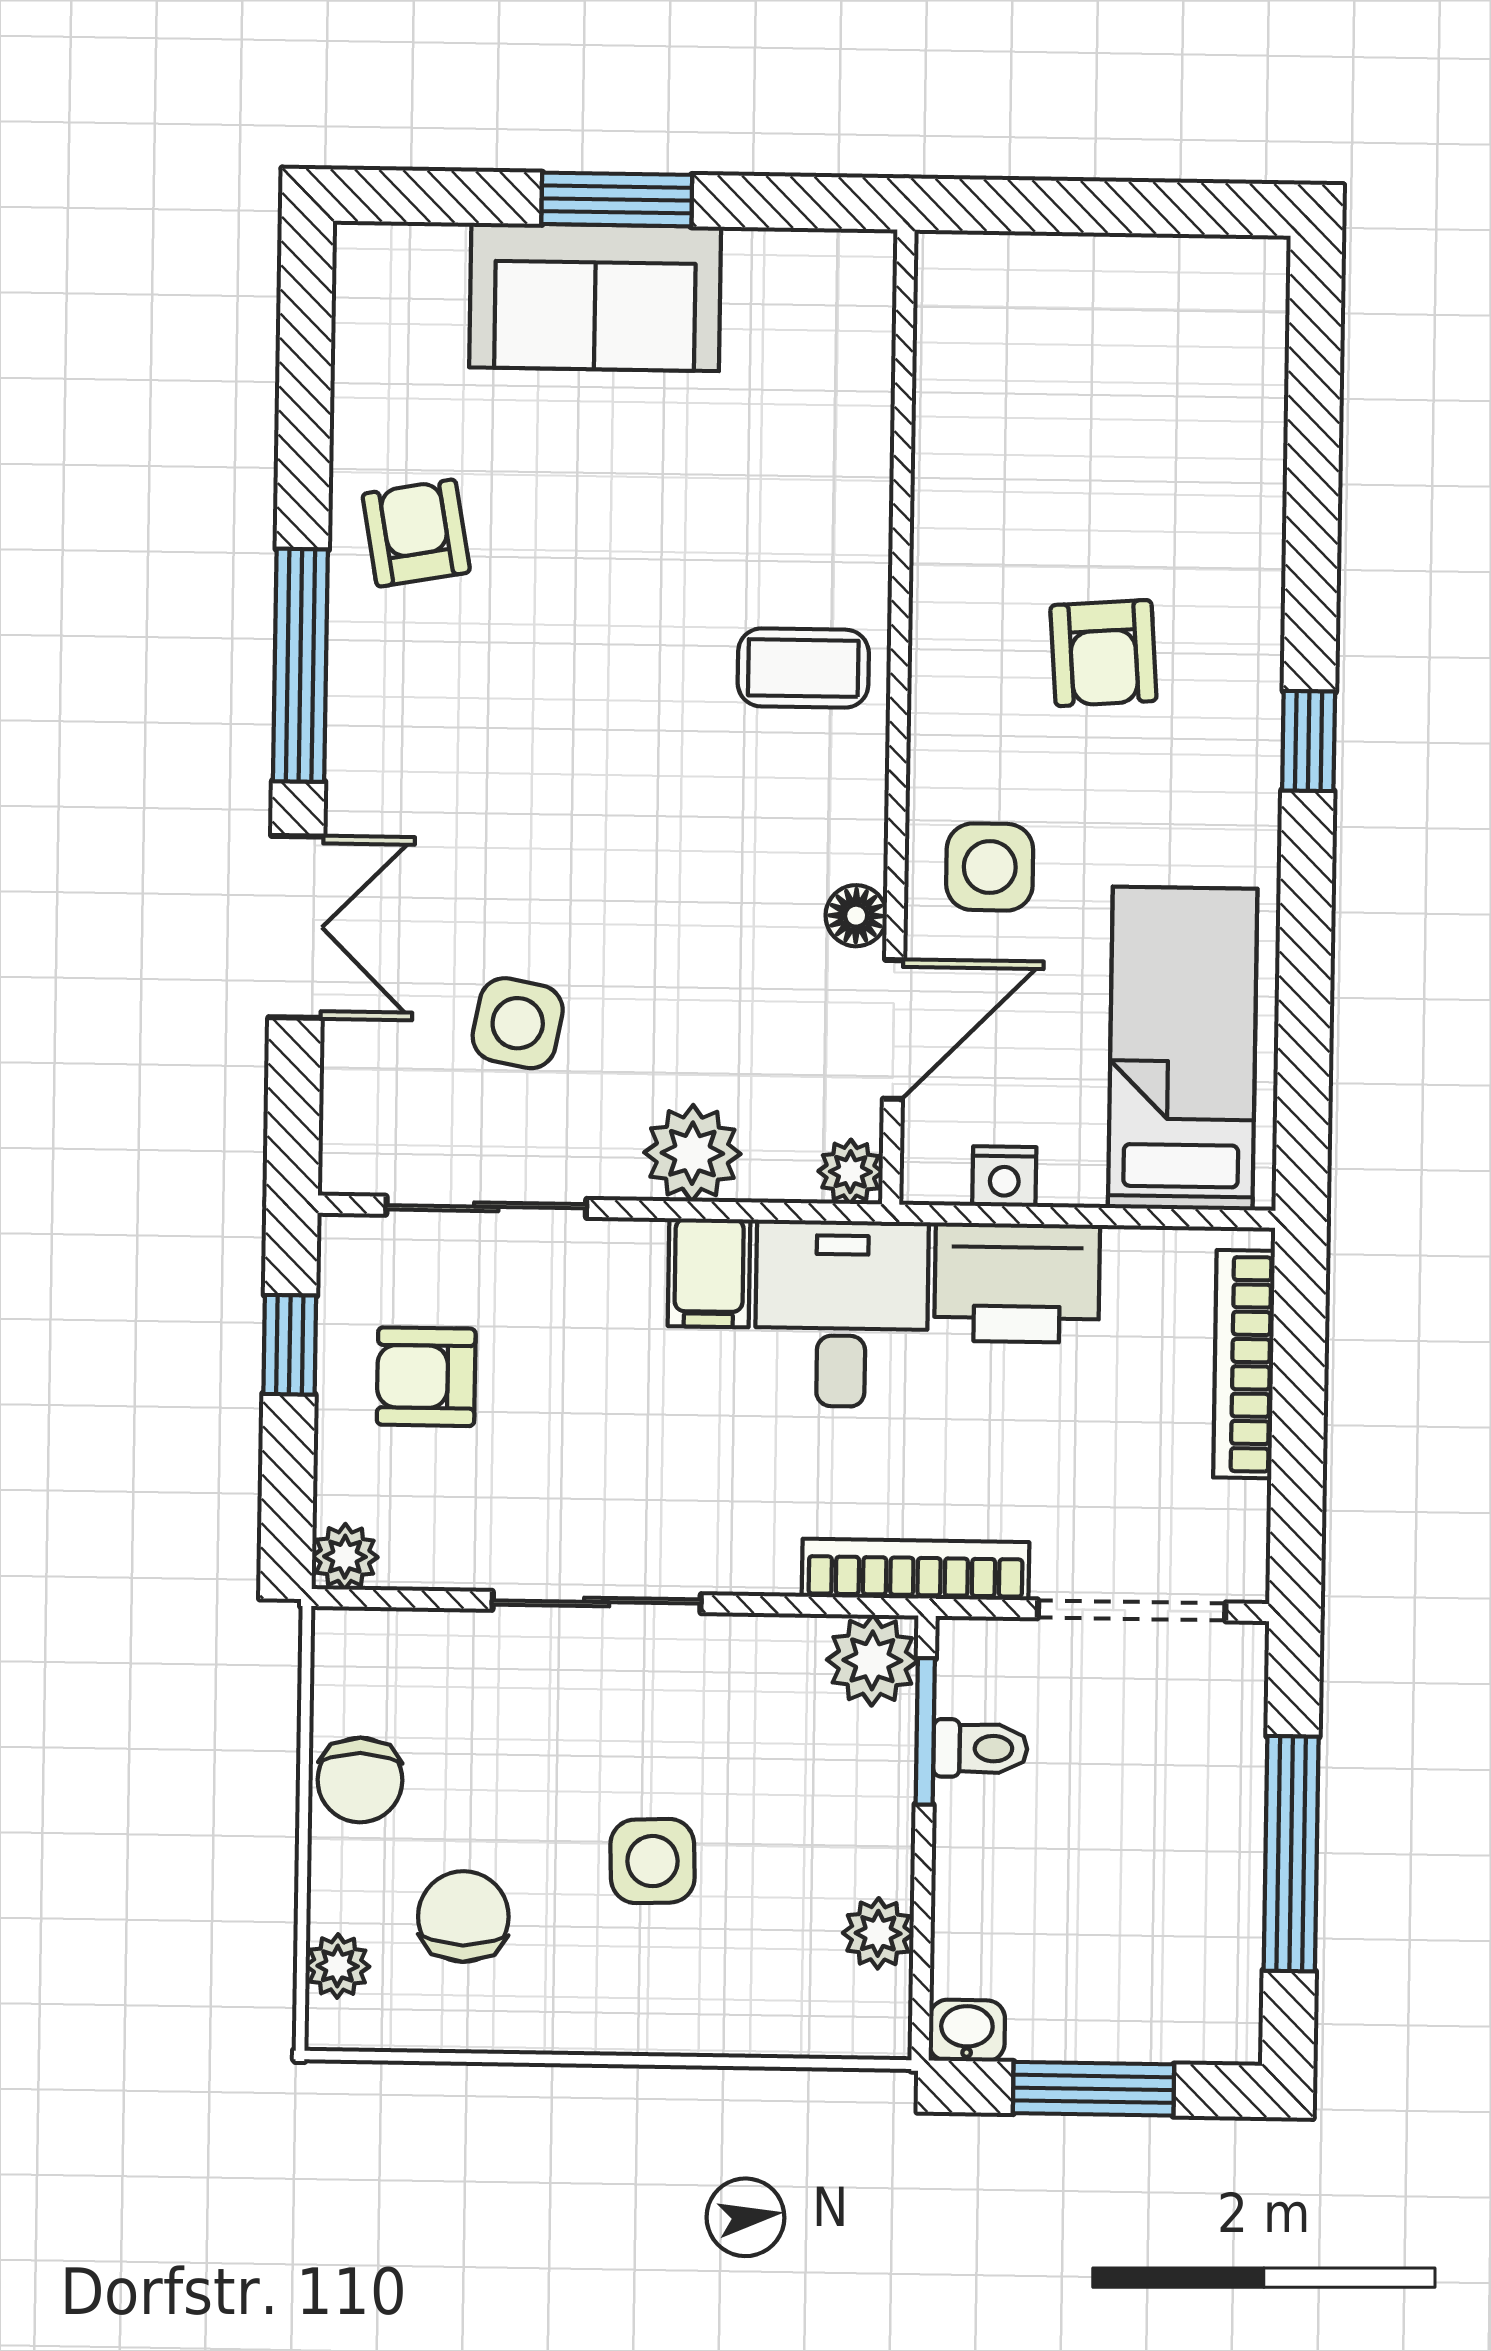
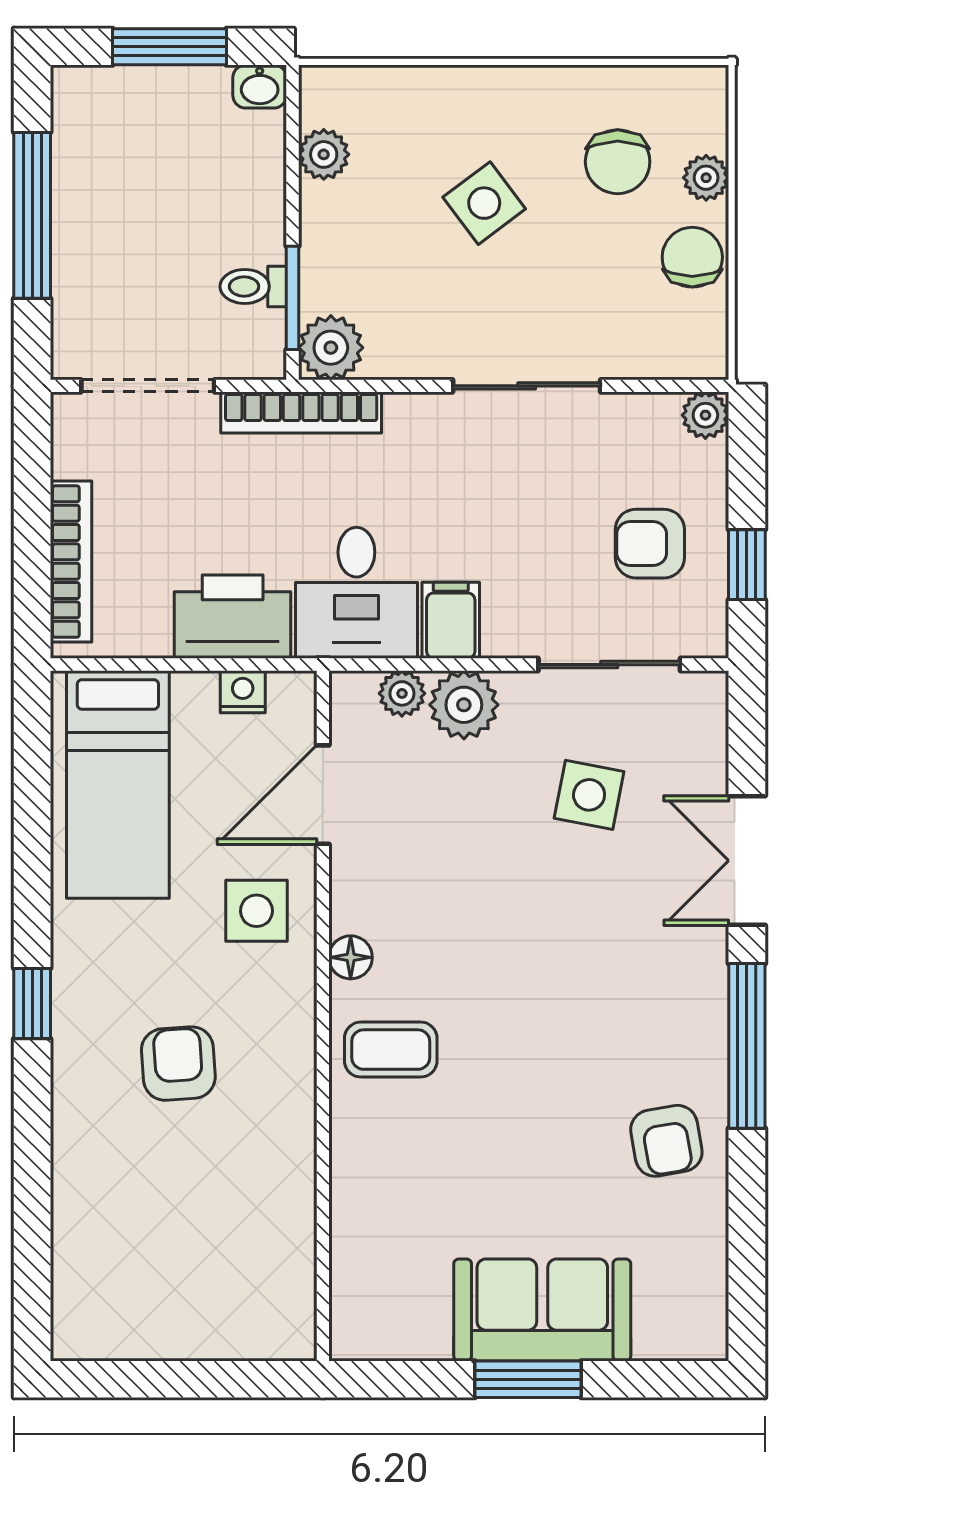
floor lamp: (856, 916) -> (351, 957), moved
plant: (850, 1172) -> (402, 693), moved
armchair: (426, 1377) -> (650, 544), turned 180
side table: (653, 1861) -> (484, 203), turned -35
plant: (338, 1966) -> (706, 178), moved

